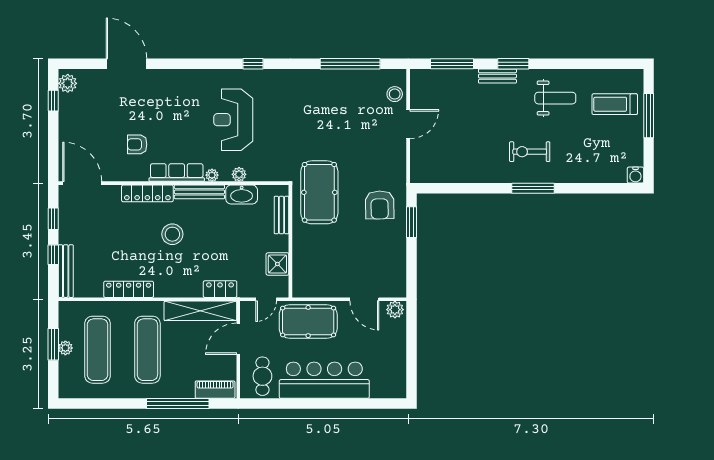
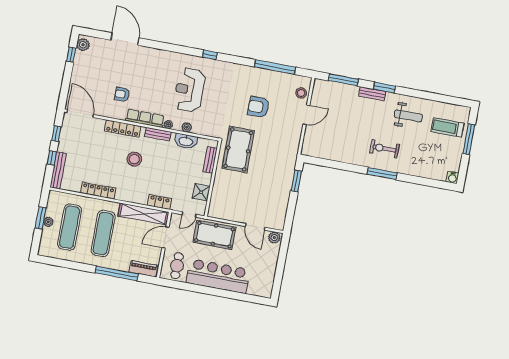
bench: (199, 192) -> (158, 134), width x0.73
armchair: (380, 205) -> (258, 107), moved, turned 91

